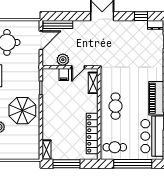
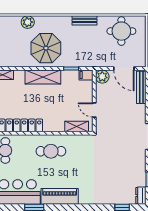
plant: (63, 60) -> (102, 77), moved
filing cabinet: (64, 74) -> (86, 75), moved
shelving: (48, 113) -> (43, 77), added

